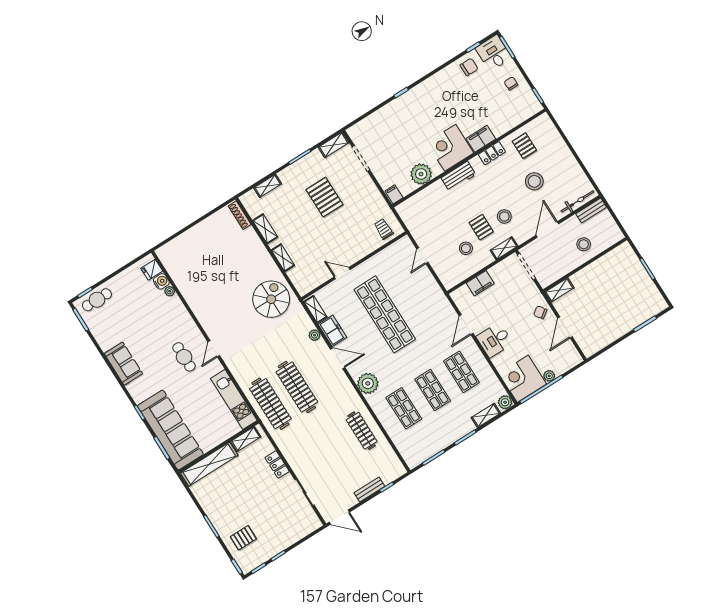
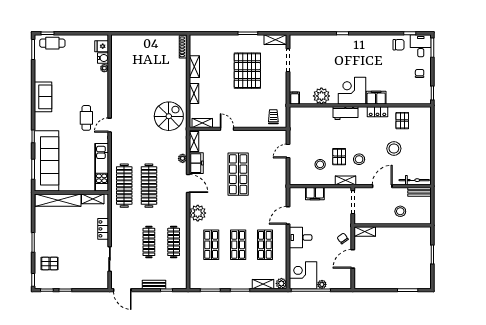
shelving: (268, 186) -> (202, 123), moved
pallet: (324, 197) -> (247, 71), width x1.37, depth x1.41
shop shelf: (385, 314) -> (238, 174), width x0.71
clothes rail: (335, 447) -> (149, 242), added

